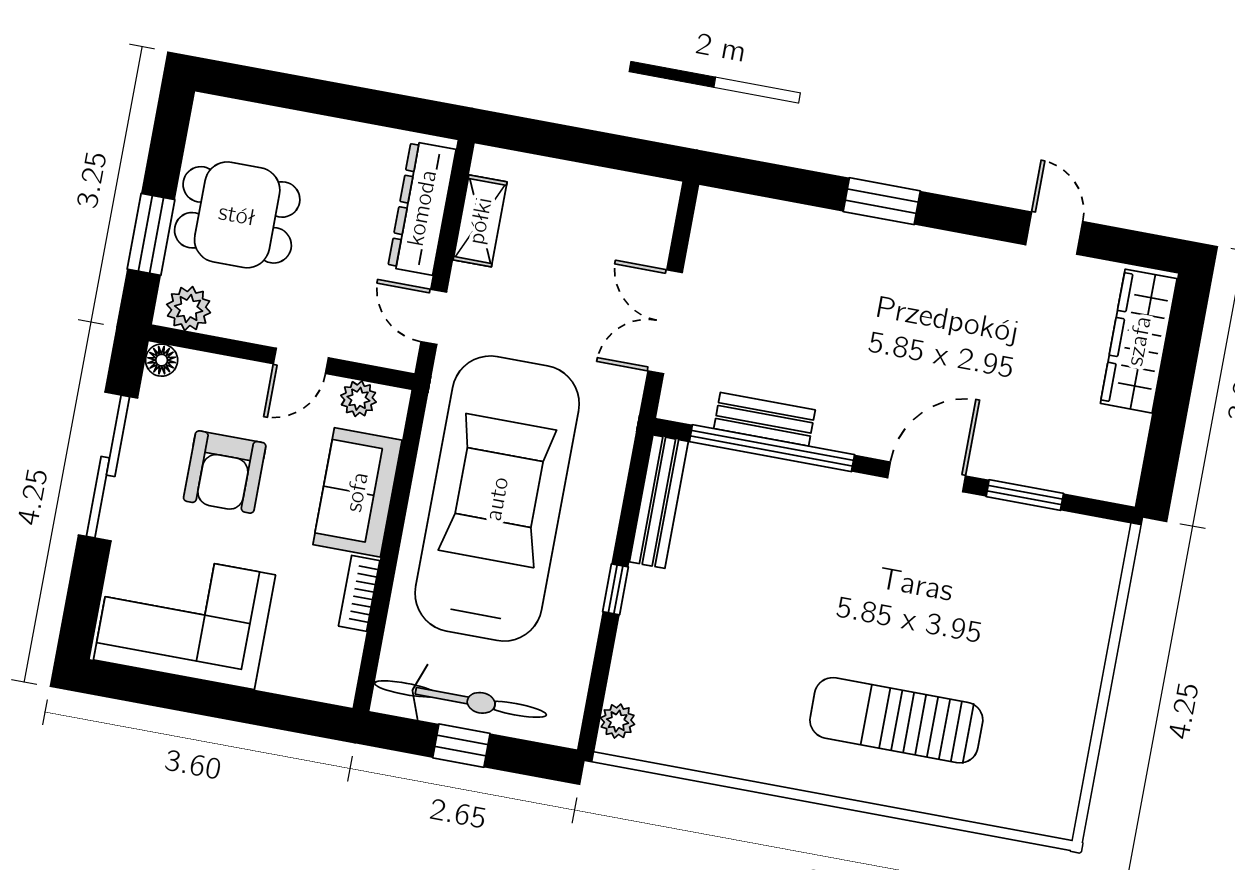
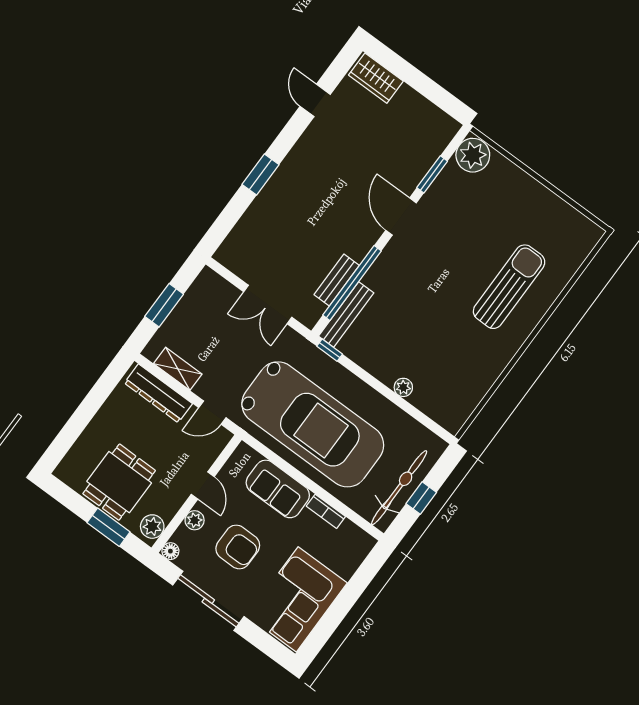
window: (577, 145) -> (164, 305), added
door: (1054, 233) -> (315, 100), hinge flipped
wardrobe: (1139, 341) -> (376, 78), width x0.67
plant: (358, 399) -> (195, 520), moved
car: (497, 499) -> (313, 424), turned 180
bench: (659, 502) -> (346, 315), moved, turned 90
plant: (1092, 549) -> (473, 155), added
window: (616, 589) -> (330, 350), moved
sun lounger: (896, 720) -> (509, 287), turned 180
plant: (618, 721) -> (403, 387), moved

